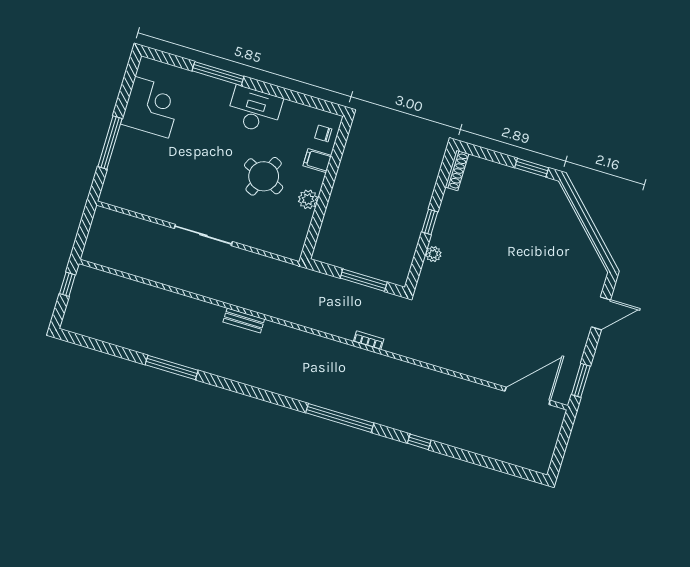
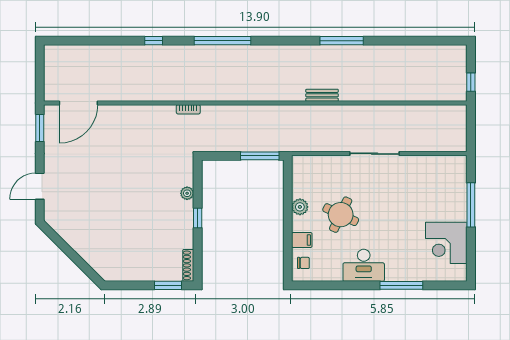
window: (532, 168) -> (168, 285), moved
window: (364, 280) -> (260, 156), moved
bookcase: (369, 340) -> (188, 109), moved
window: (172, 368) -> (342, 41), moved

